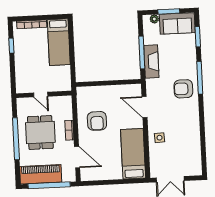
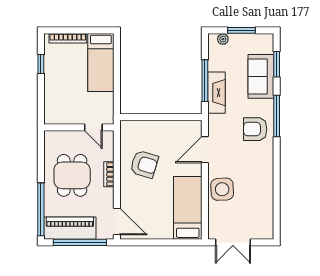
sofa: (177, 23) -> (261, 76), moved, turned 90
door: (41, 95) -> (93, 127), moved
door: (144, 107) -> (205, 150), hinge flipped
armchair: (97, 121) -> (144, 164), turned -73
side table: (160, 138) -> (222, 189), width x1.87, depth x1.87
window: (16, 139) -> (41, 209), moved
door: (77, 157) -> (117, 222), moved

